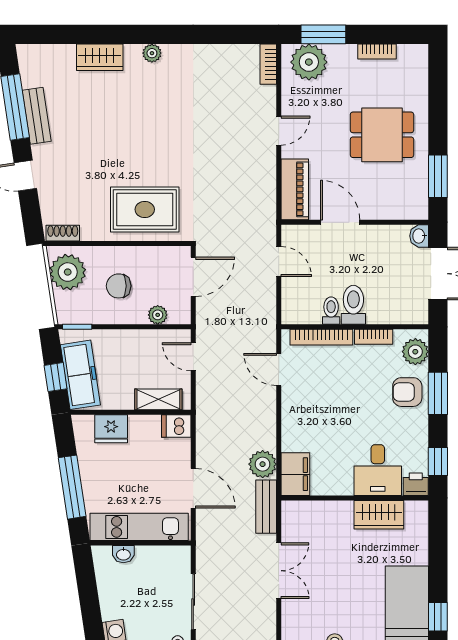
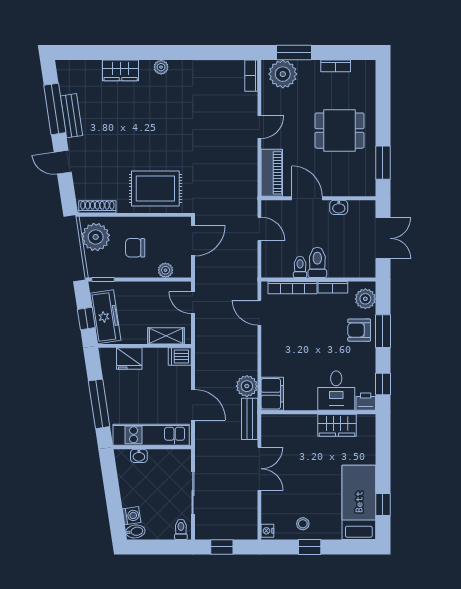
shoe rack: (63, 233) -> (97, 207), width x1.43
washbasin: (419, 236) -> (339, 207), moved, turned -90

